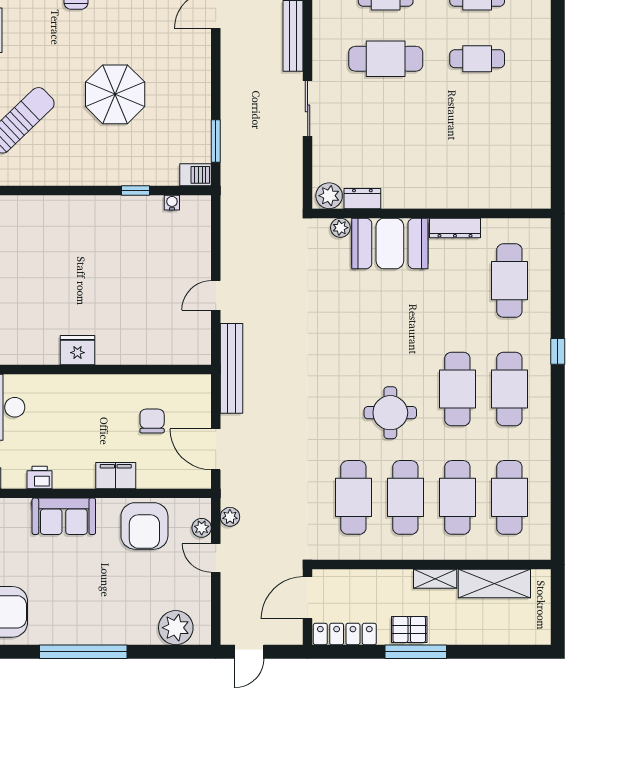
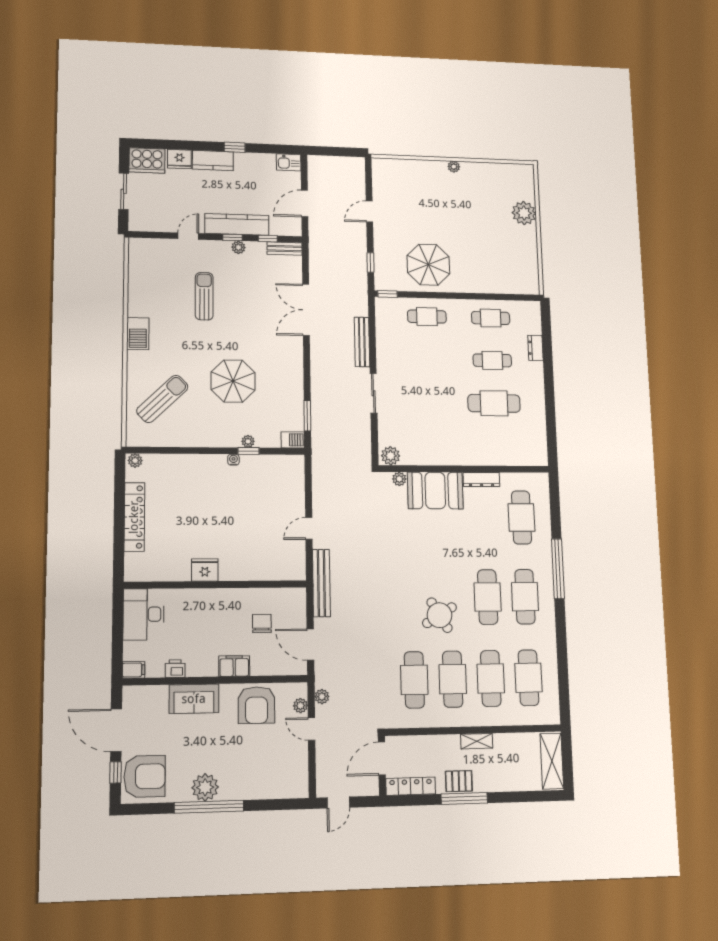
cafe table: (386, 59) -> (494, 403), moved
plant: (135, 177) -> (248, 441), added
dresser: (362, 199) -> (535, 348), moved, turned -90
water cooler: (172, 203) -> (233, 460), moved
window: (558, 351) -> (558, 569), width x3.17
round table: (390, 413) -> (440, 615), turned -31
shelving: (494, 584) -> (552, 761), moved, turned 90
plant: (176, 628) -> (205, 787), moved

